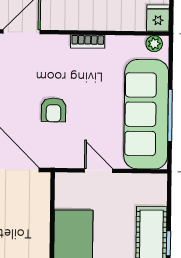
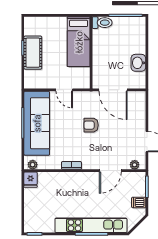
armchair: (53, 110) -> (91, 125), turned -90

